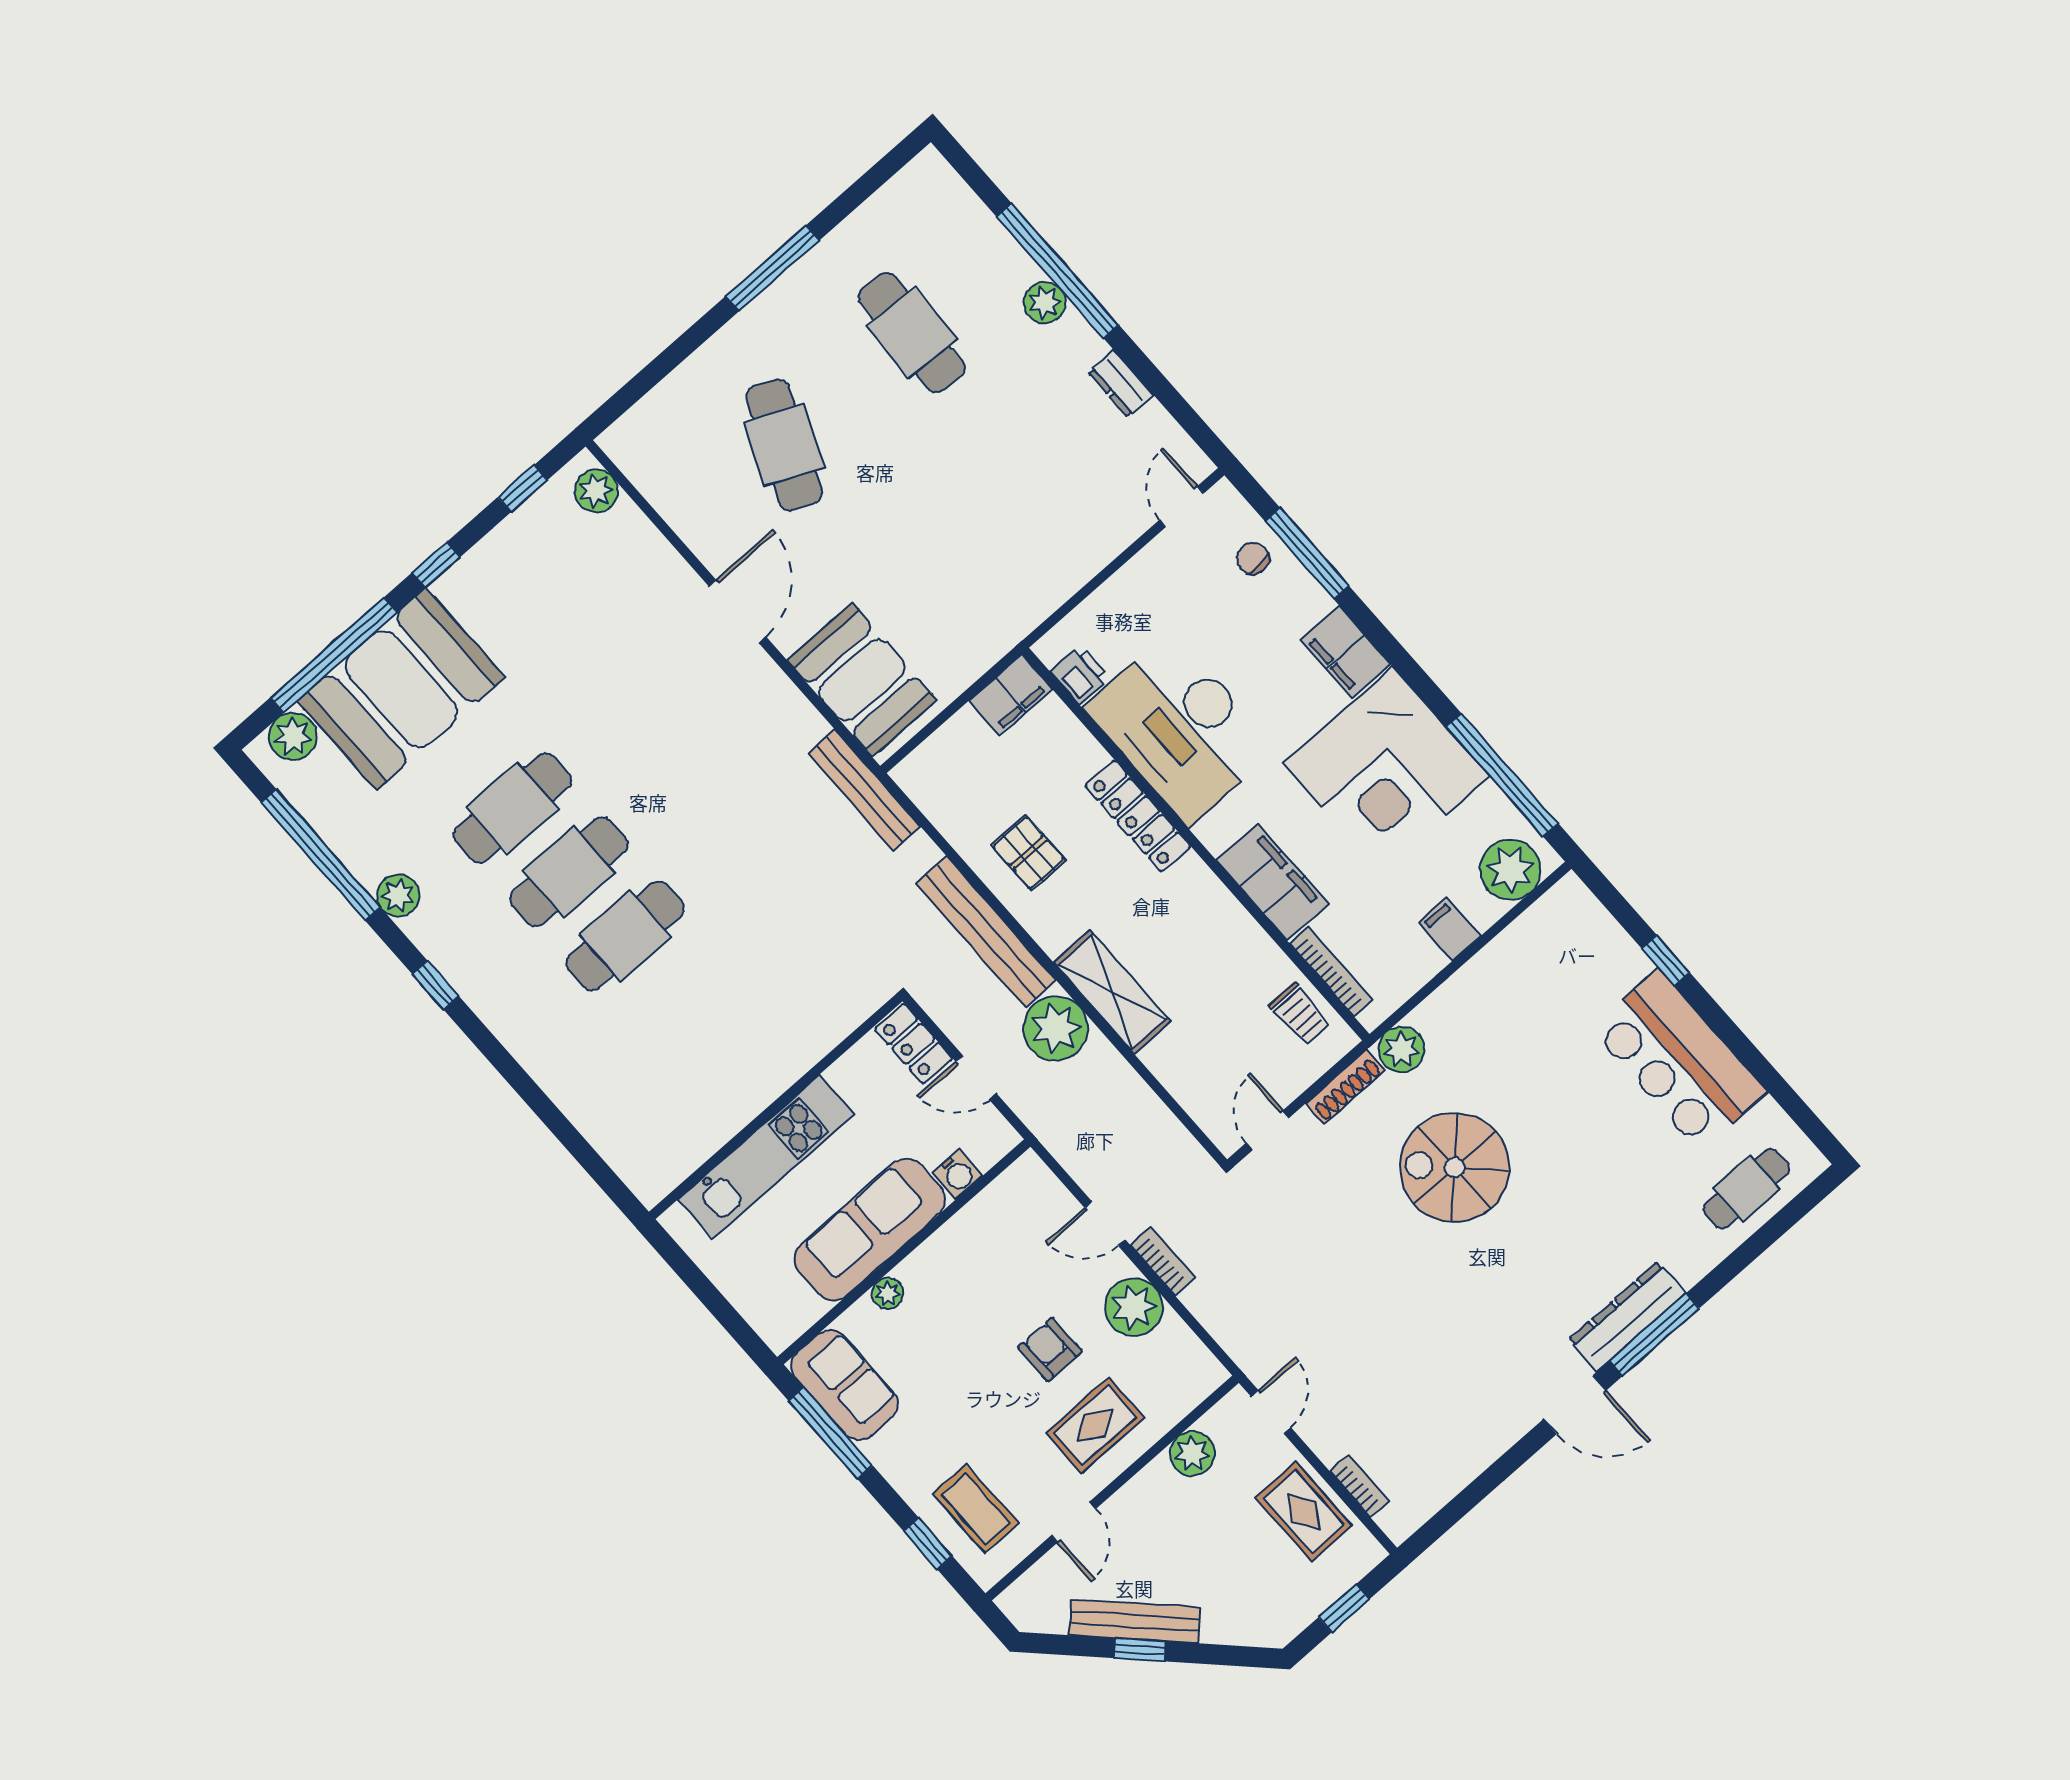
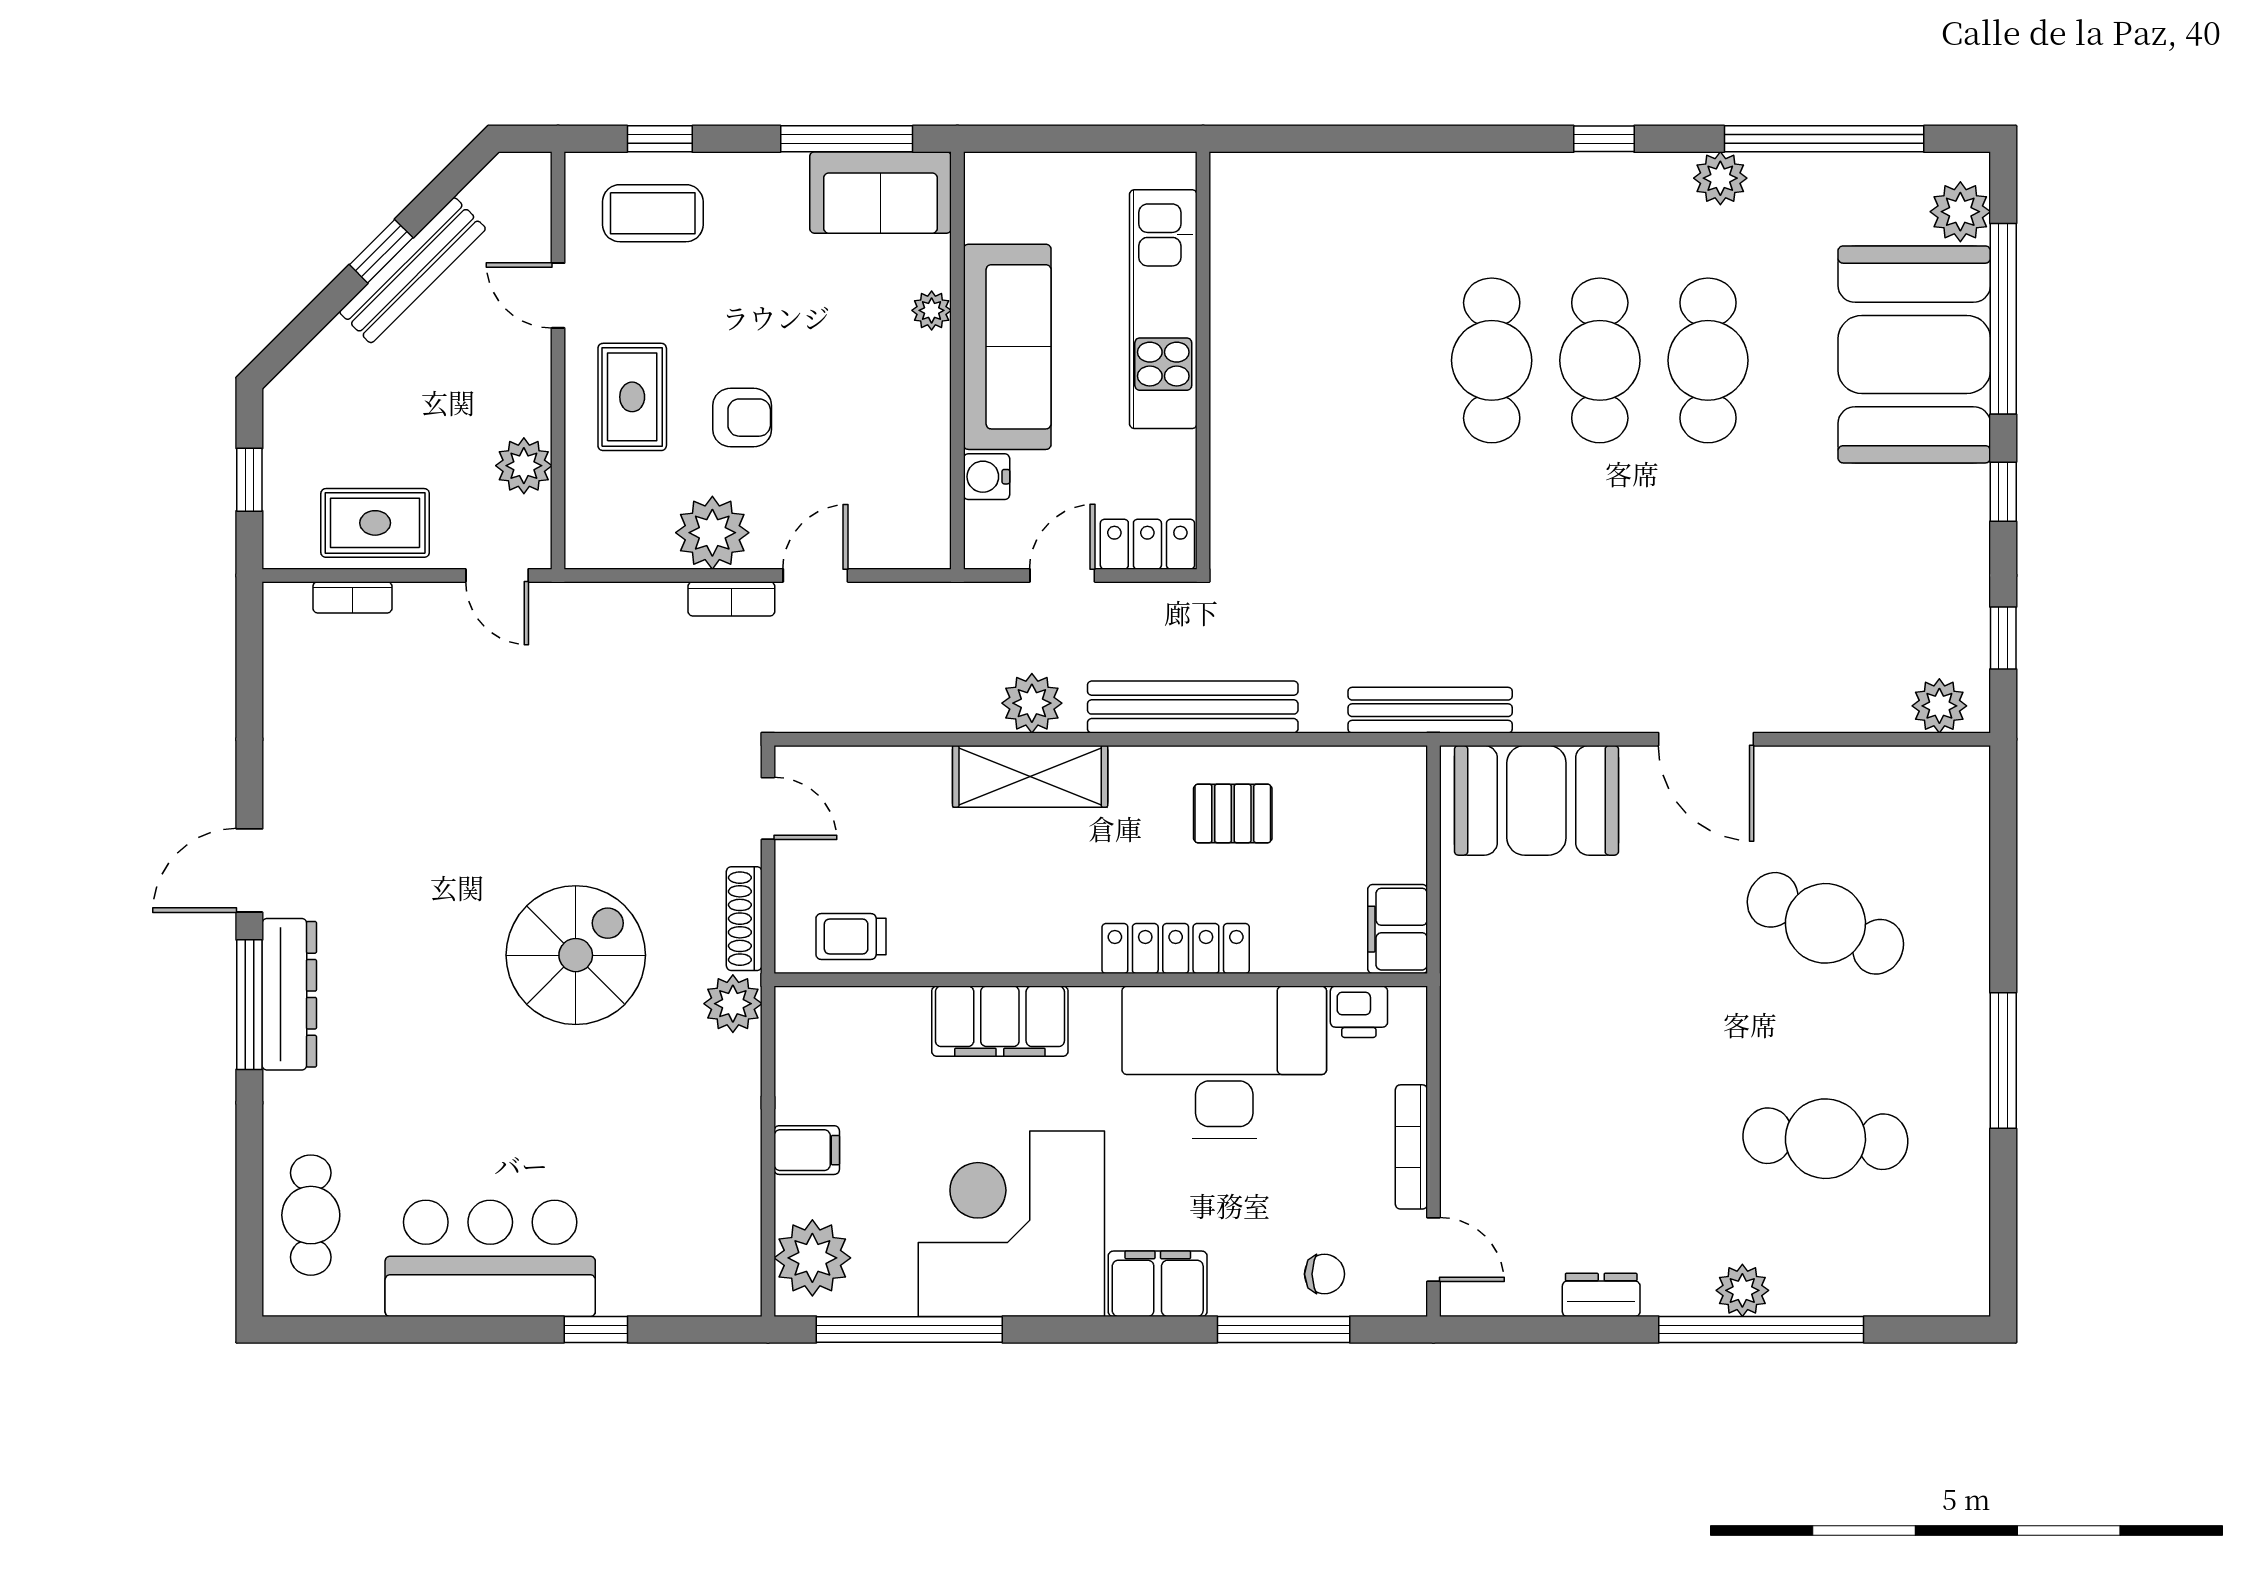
bookcase: (1331, 972) -> (1411, 1147), moved, turned 90
plant: (1056, 1028) -> (1032, 703), width x0.73, depth x0.73

